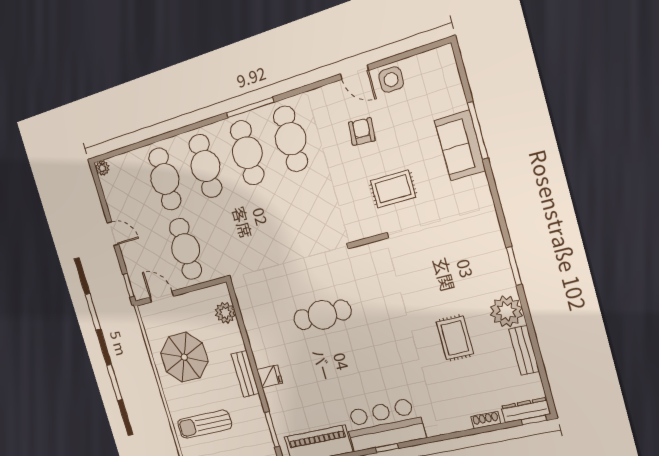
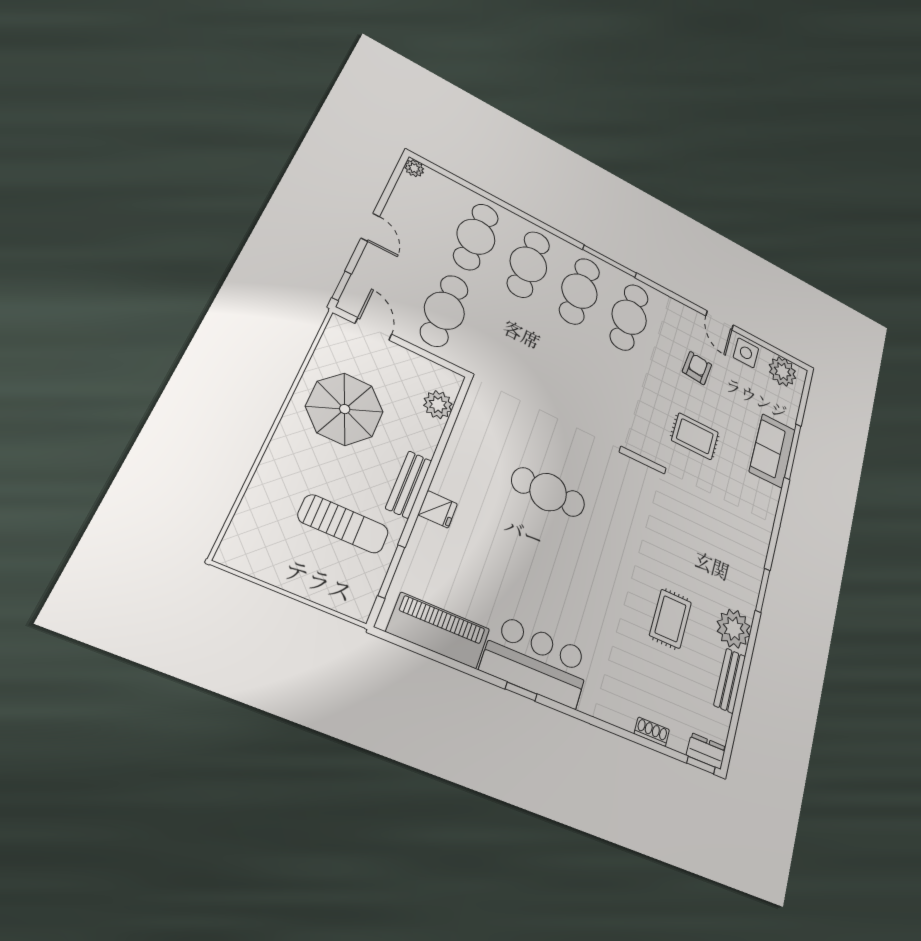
plant: (430, 66) -> (783, 371), added
dresser: (526, 410) -> (706, 751), width x0.70
sun lounger: (205, 424) -> (343, 524), moved, turned 180

